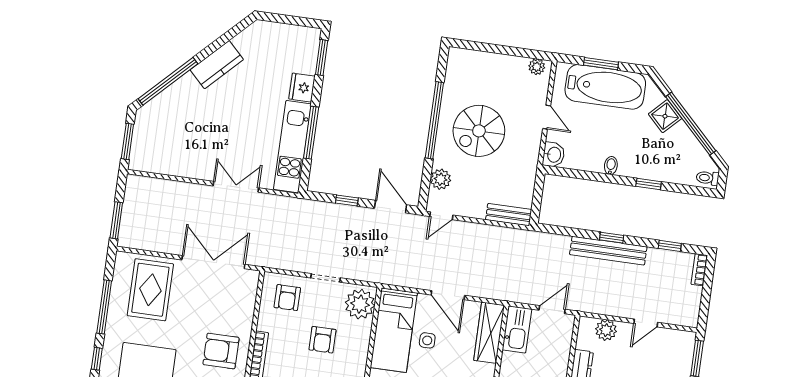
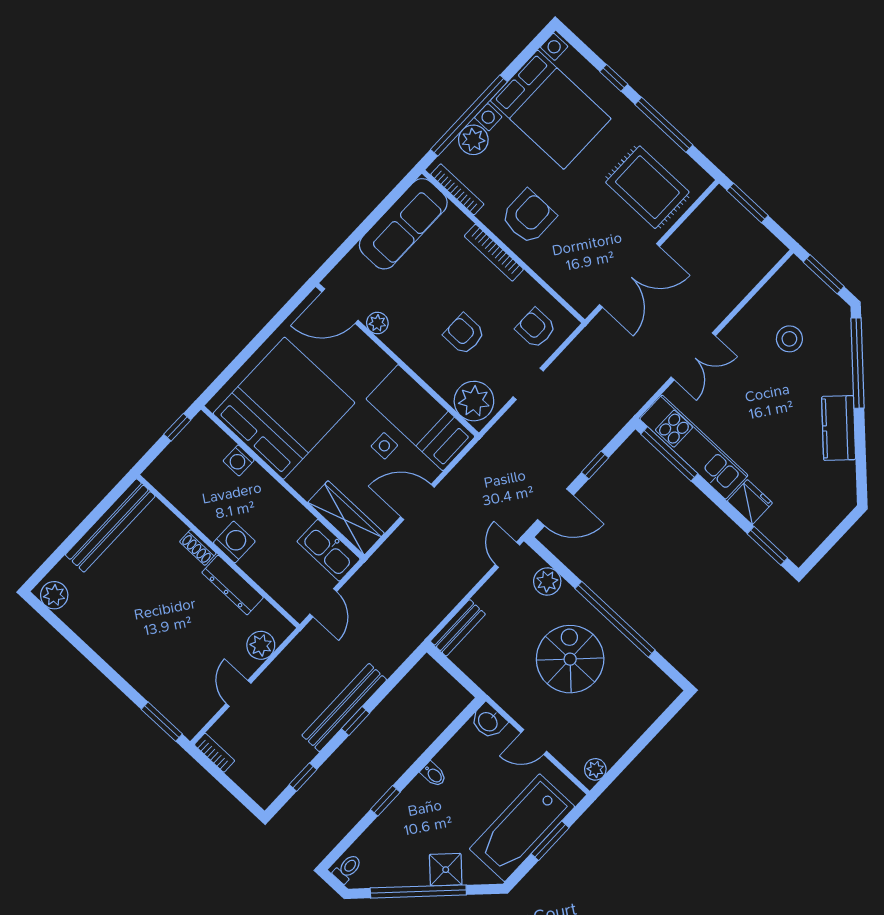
window: (311, 133) -> (669, 454), moved
stool: (183, 134) -> (789, 339), added
bookcase: (699, 270) -> (215, 753), moved

